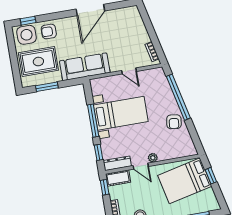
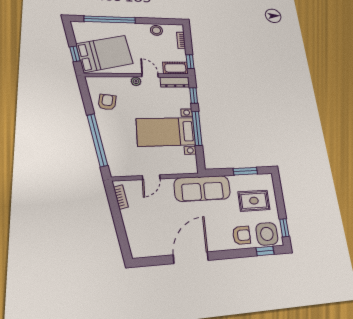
window: (11, 41) -> (284, 228), added
rug: (38, 62) -> (254, 201), width x0.73, depth x0.70
door: (129, 71) -> (151, 177), swing flipped
armchair: (174, 122) -> (107, 102), moved

